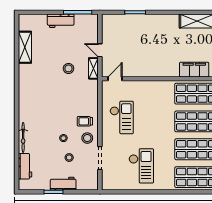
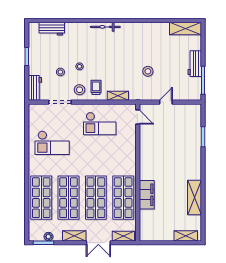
shelving: (25, 47) -> (186, 28), moved
shelving: (93, 68) -> (118, 96), moved
bicycle: (23, 137) -> (105, 27), moved
workbench: (63, 184) -> (35, 88), moved

